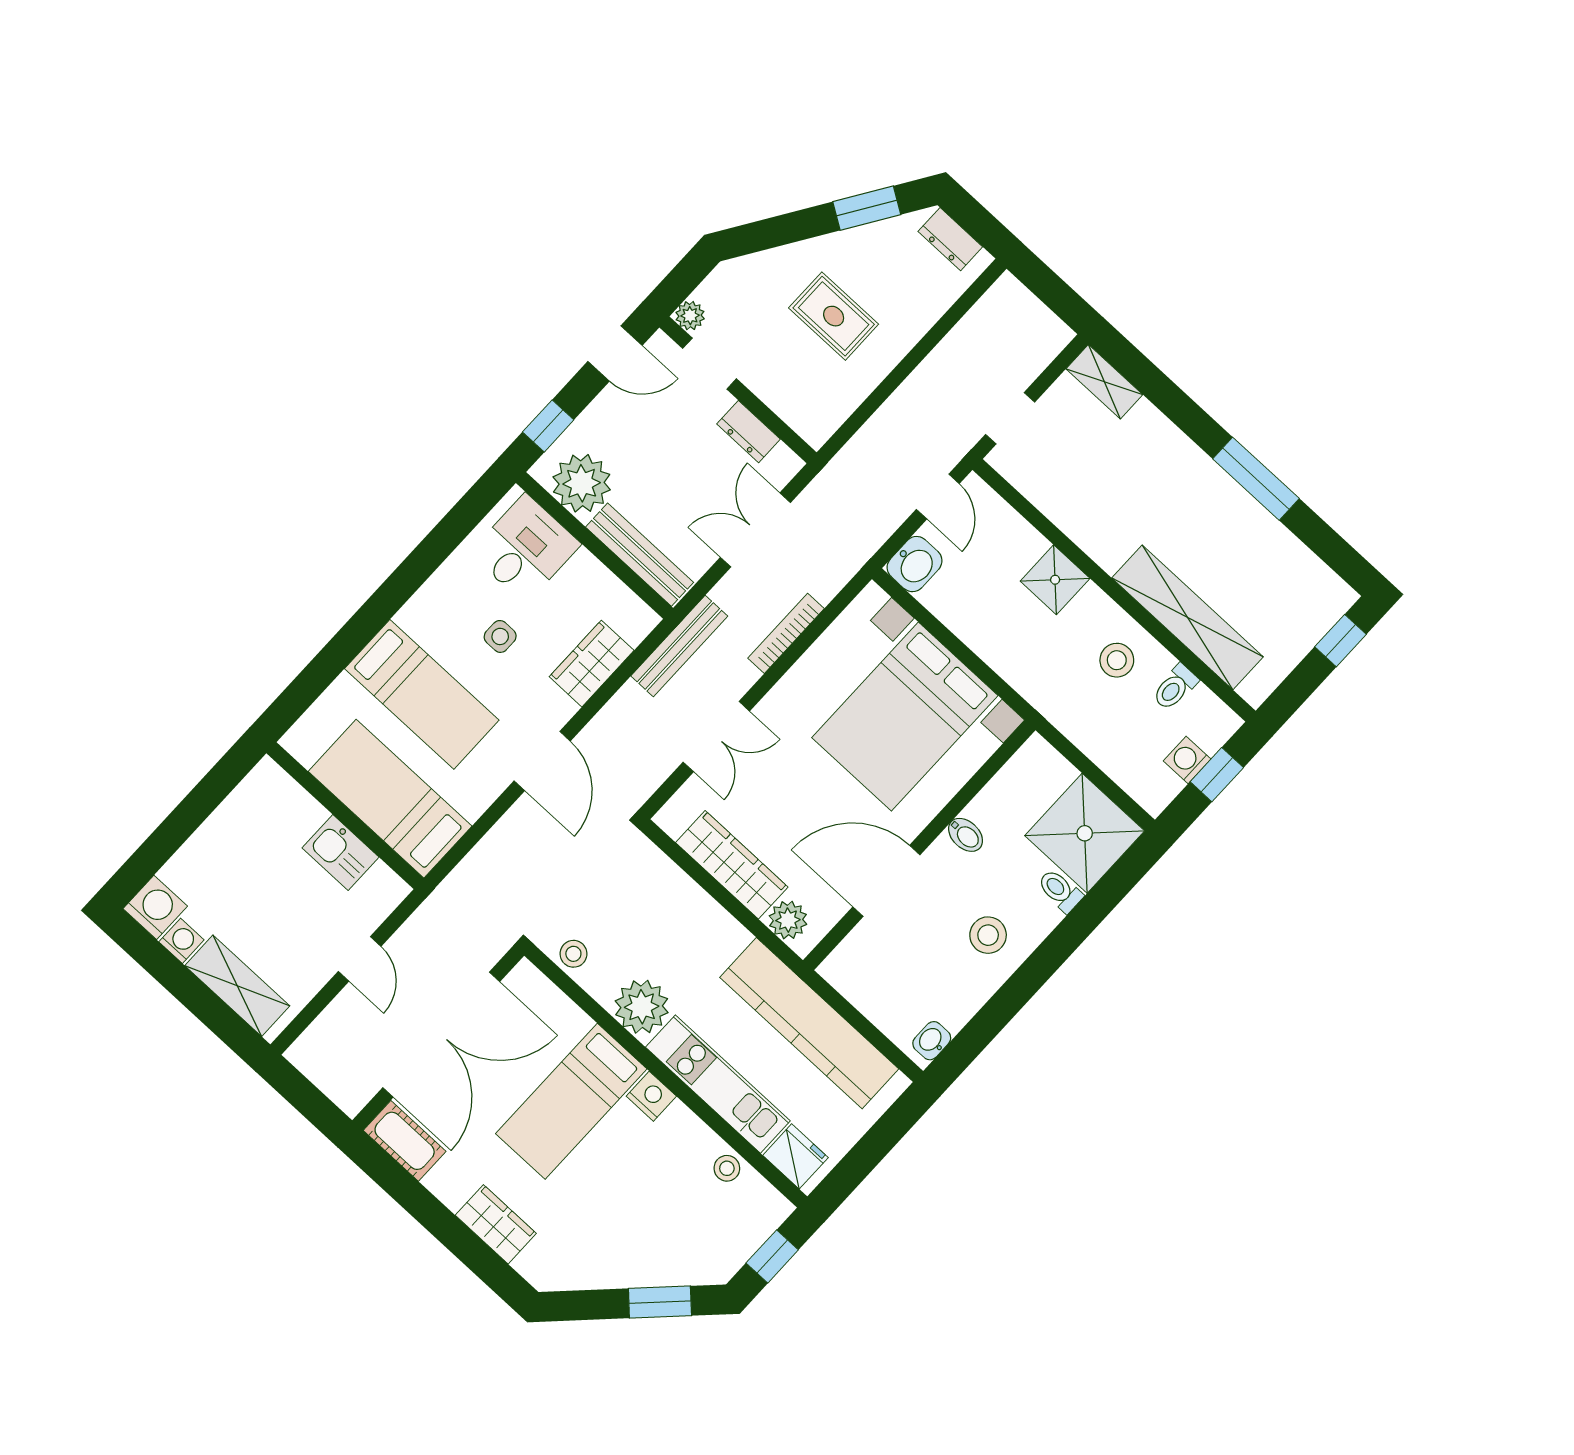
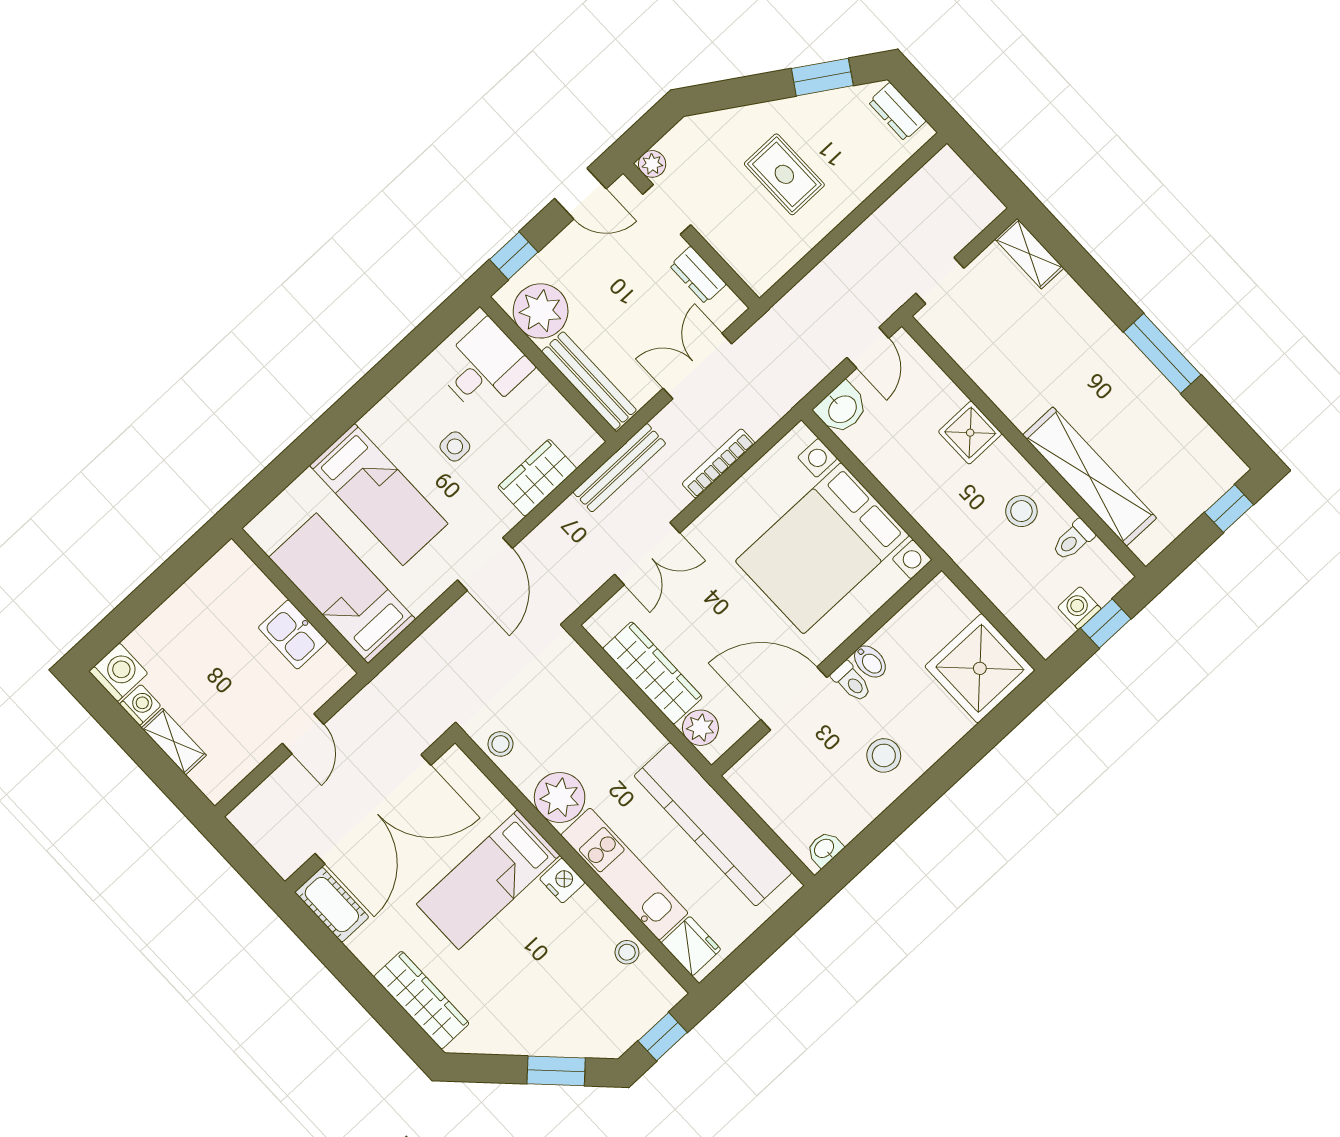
toilet: (1060, 891) -> (851, 682), moved, turned 180
shelving: (237, 986) -> (174, 742), width x0.67, depth x0.75
wardrobe: (496, 1224) -> (421, 1000), width x1.50

